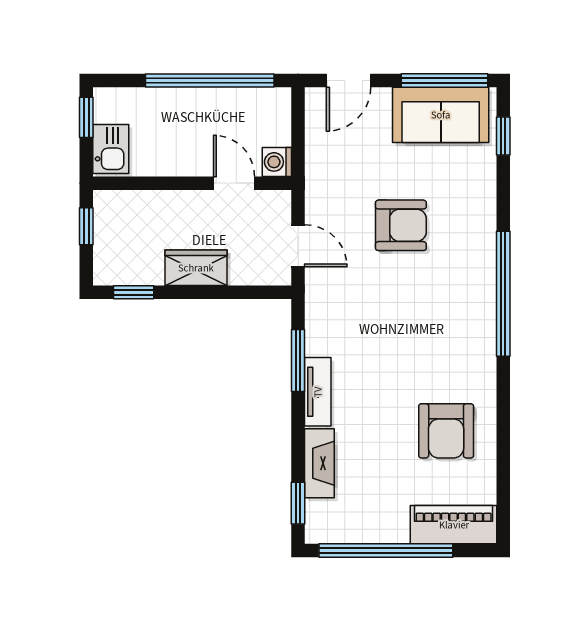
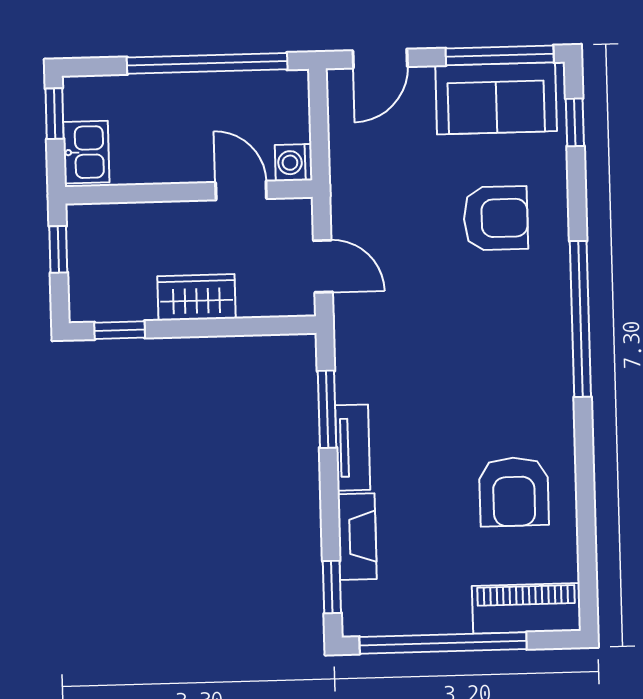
armchair: (401, 225) -> (496, 218), moved

